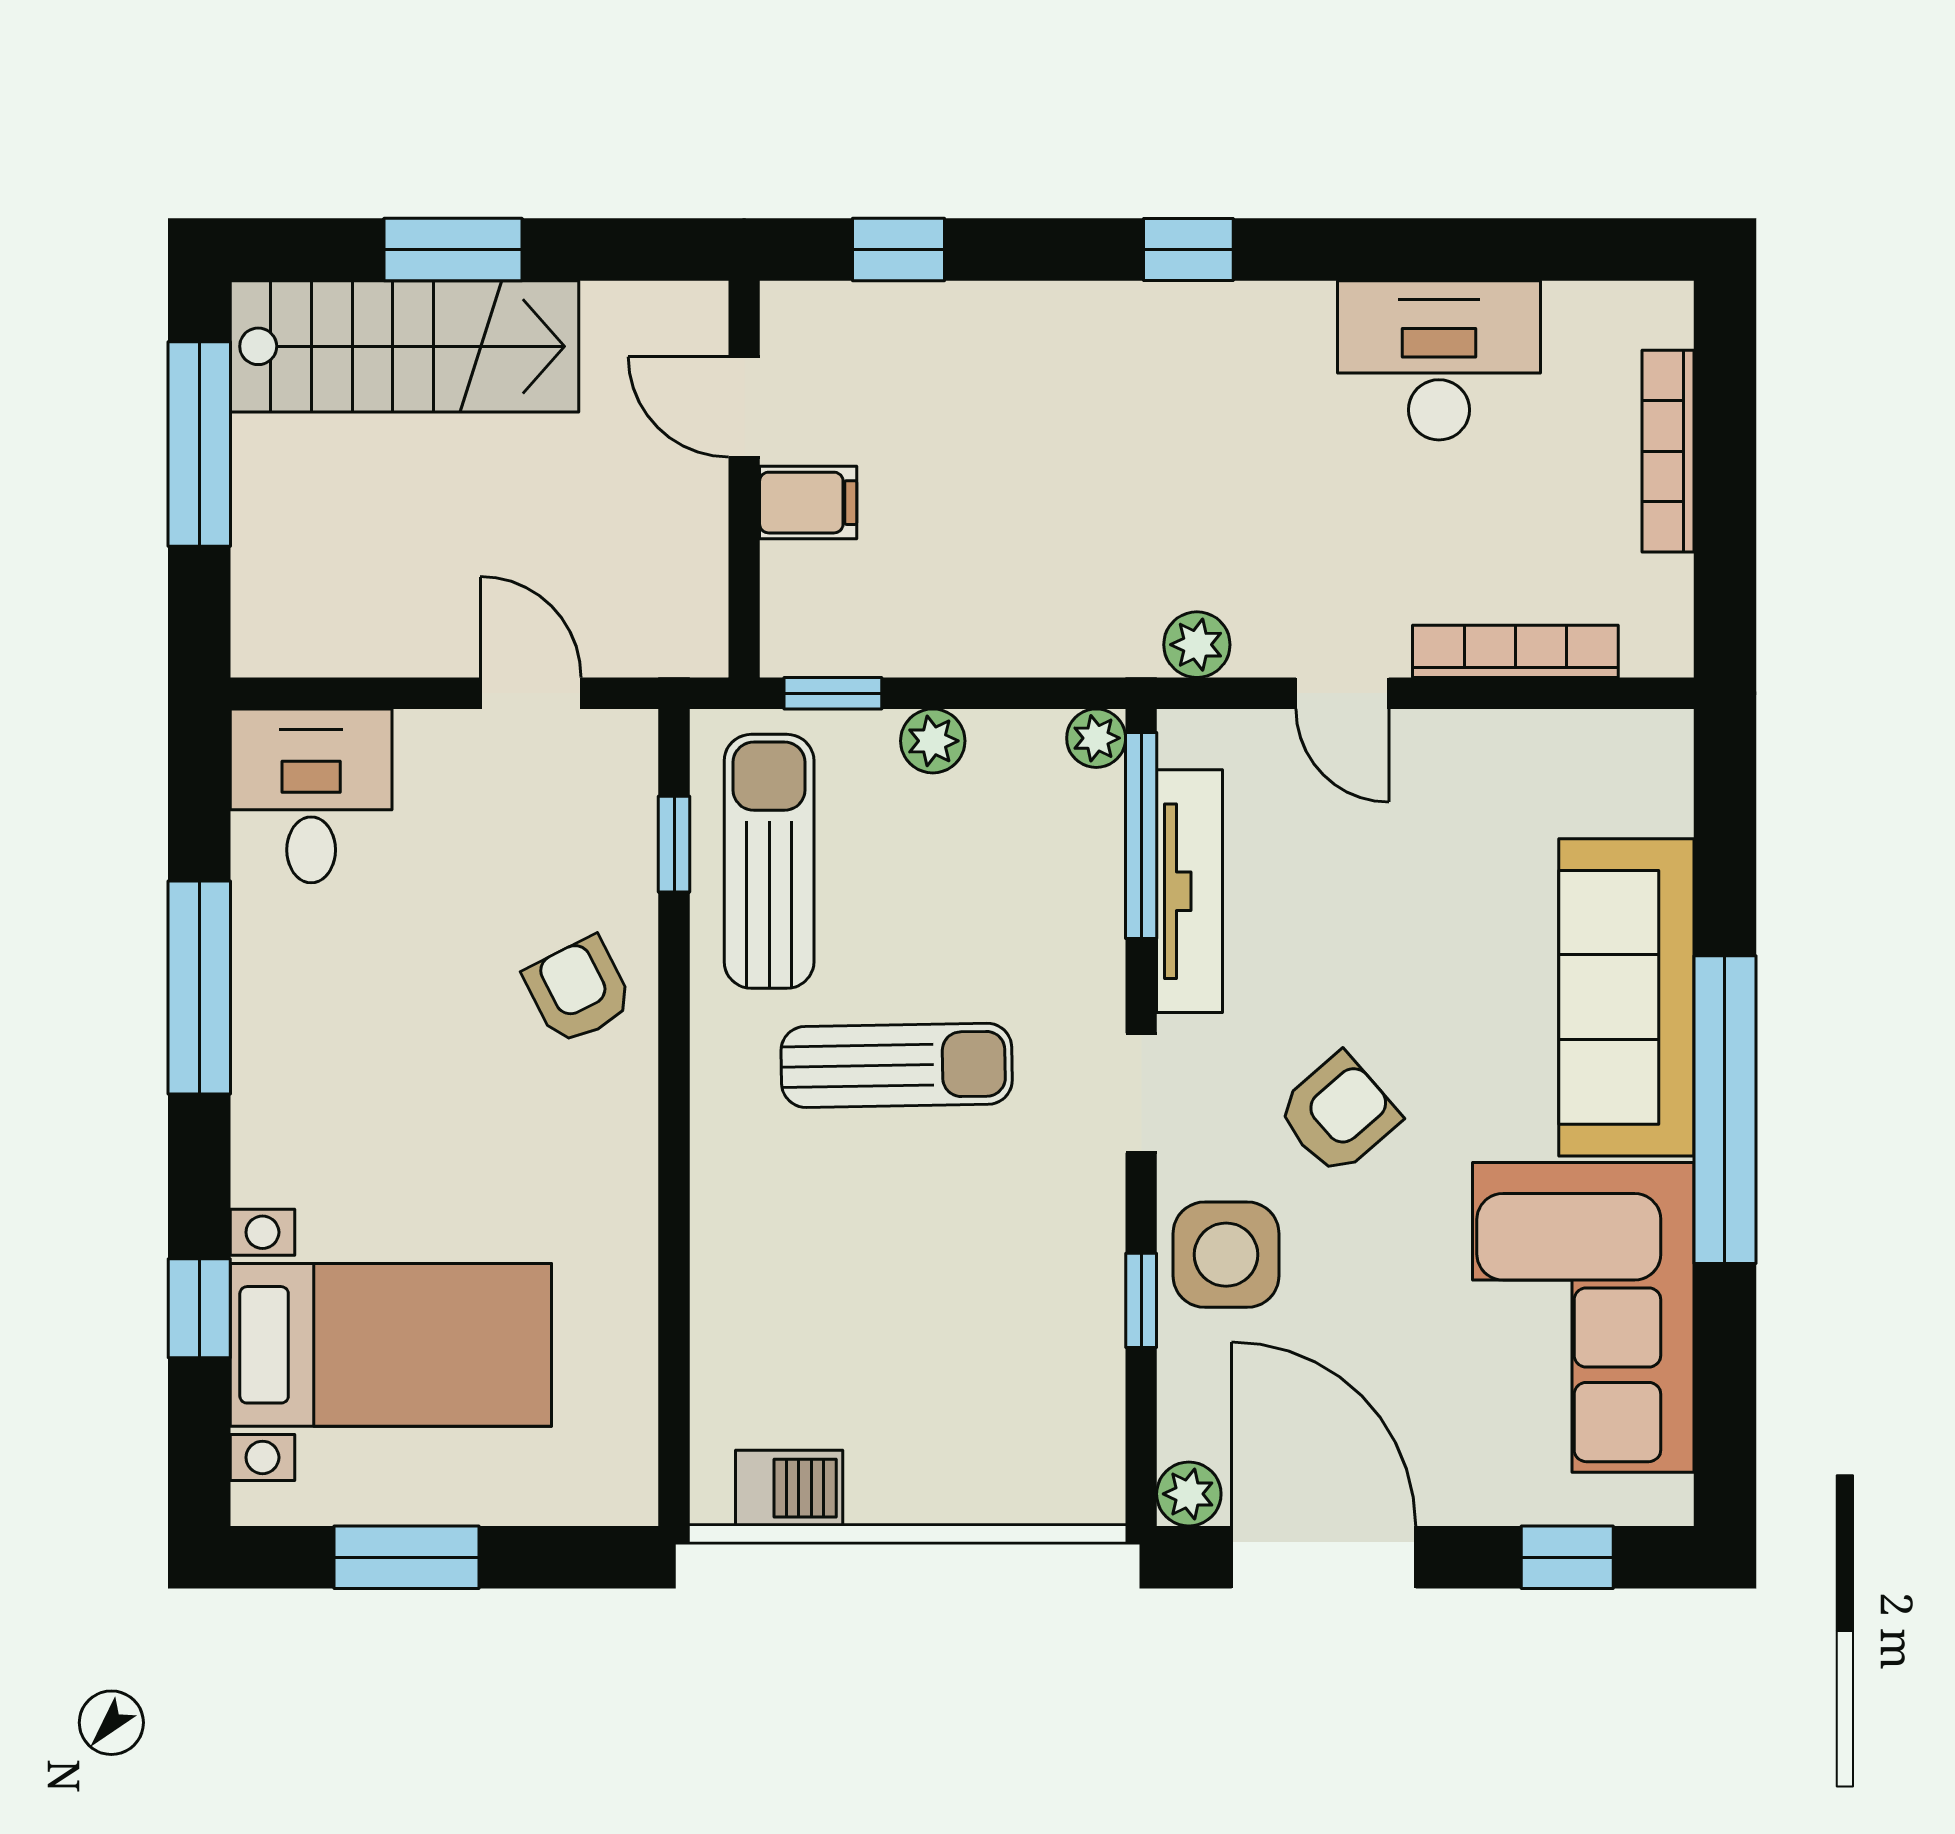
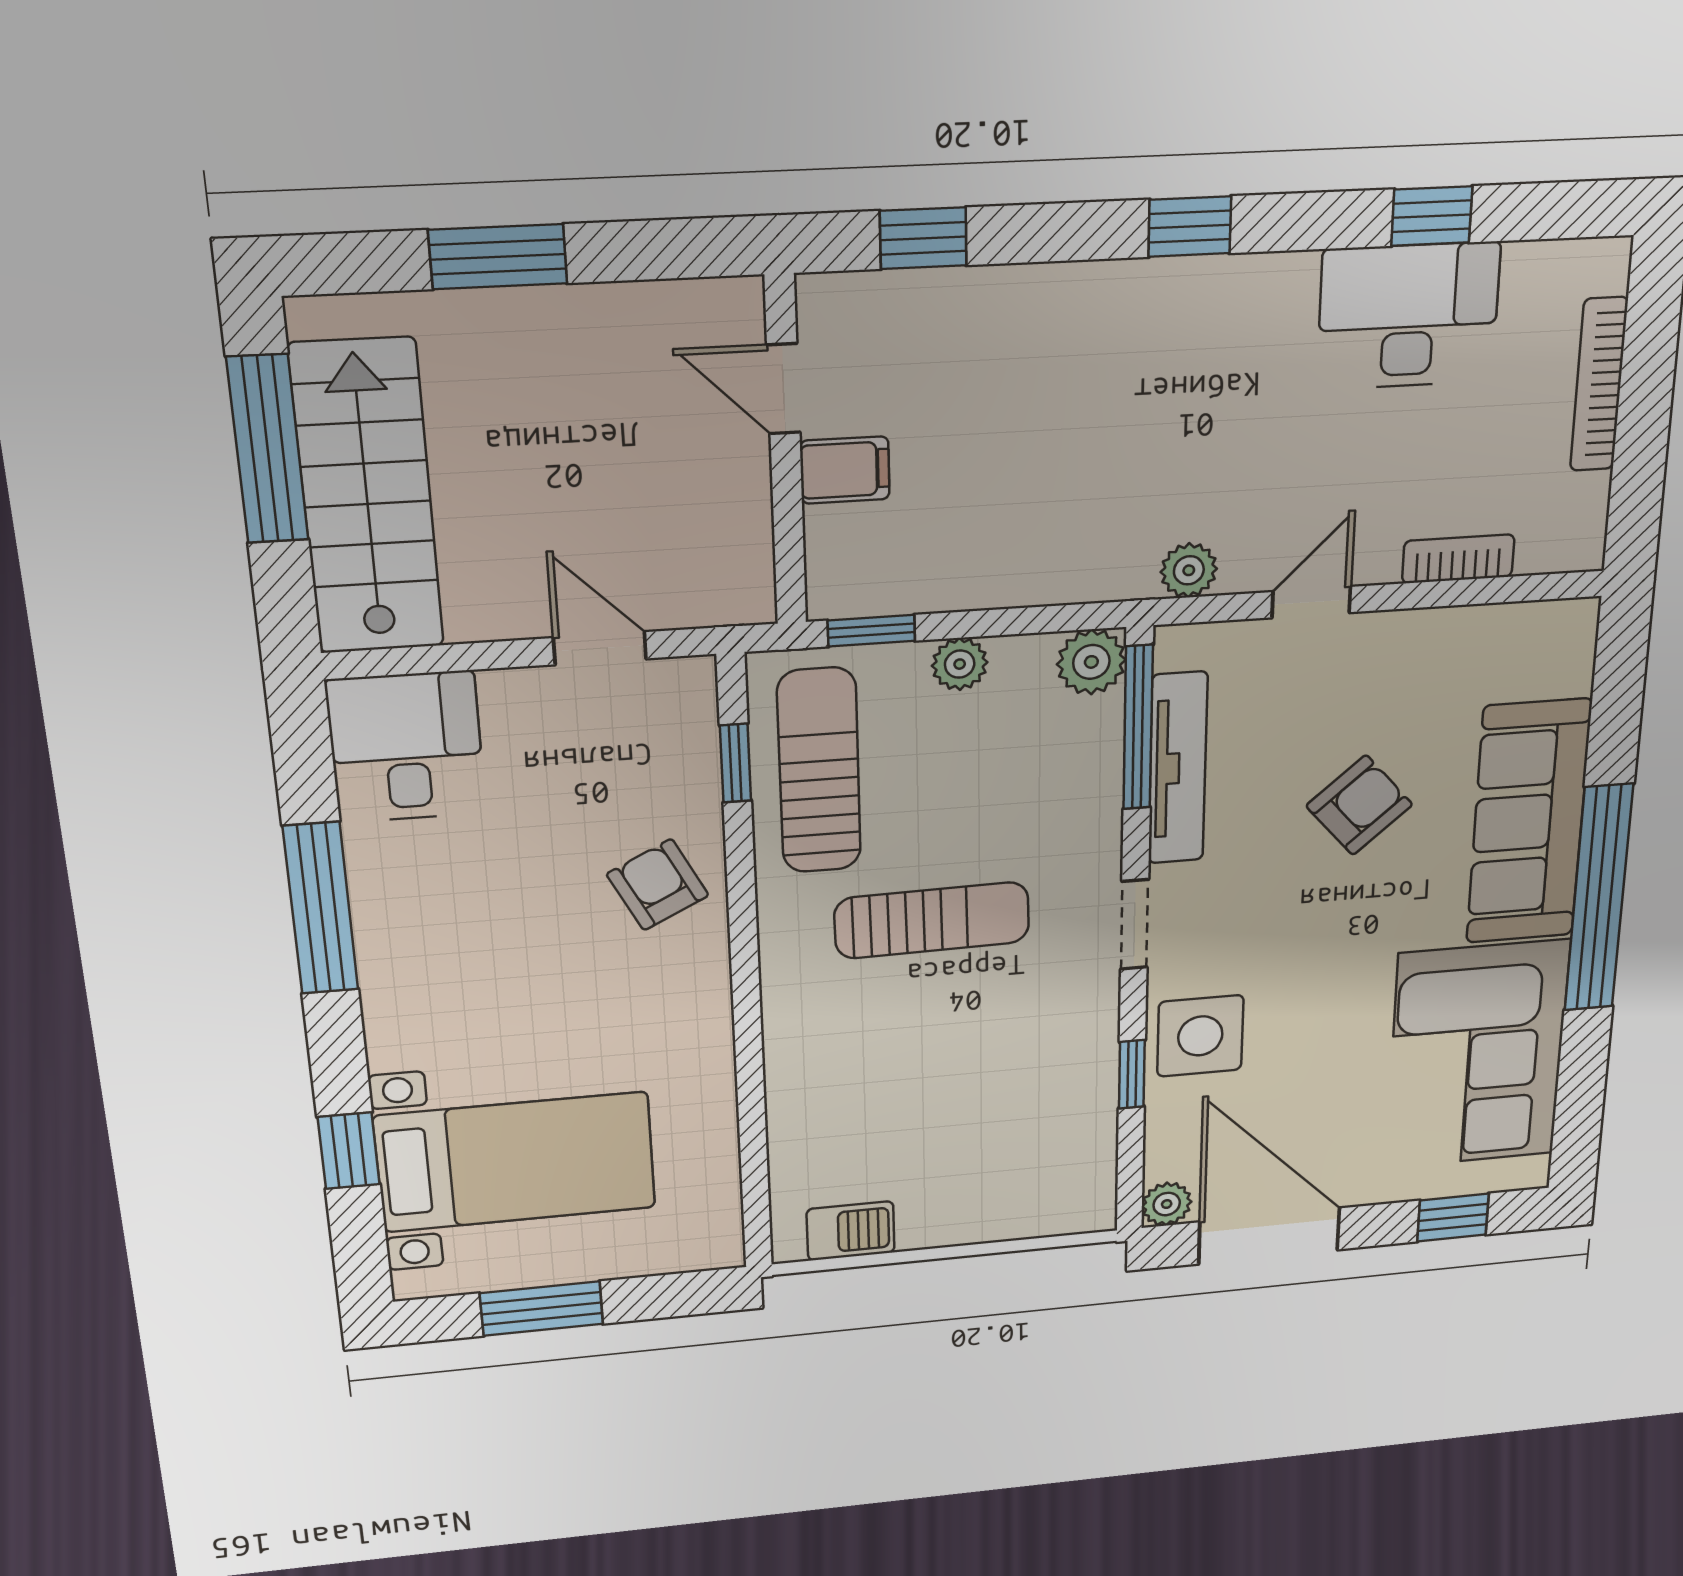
window: (1459, 250) -> (1432, 216), added
stairs: (404, 346) -> (367, 498), moved, turned -90
bookcase: (1515, 651) -> (1458, 559), width x0.64
door: (1342, 693) -> (1311, 602), swing flipped
plant: (1096, 738) -> (1091, 662), width x1.38, depth x1.38
armchair: (1338, 1114) -> (1359, 805), moved

